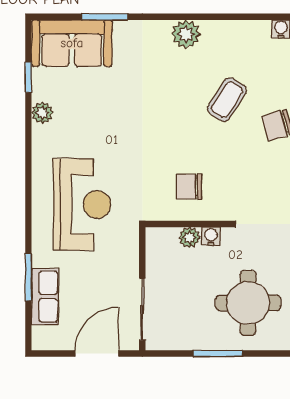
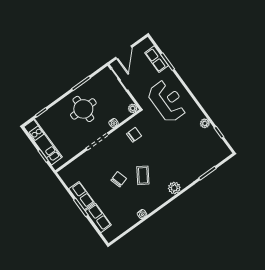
sofa: (72, 43) -> (212, 155), removed
reception desk: (82, 204) -> (167, 101), turned 180
plant: (189, 237) -> (133, 108), moved

